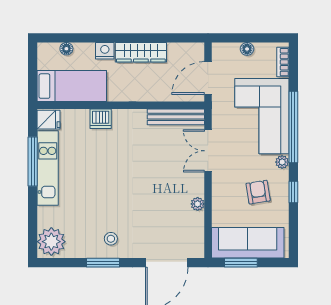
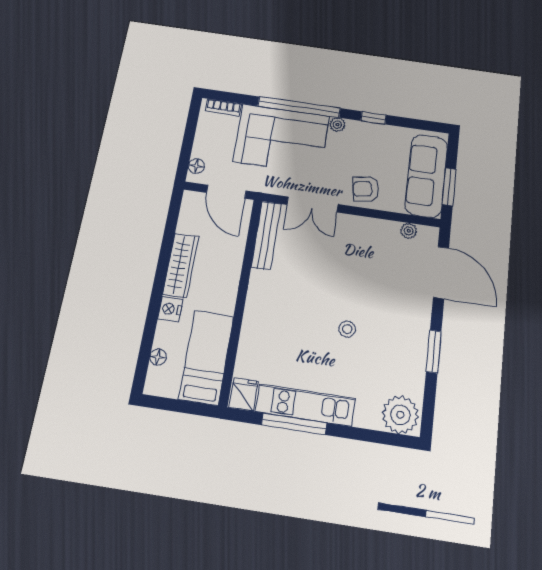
floor lamp: (247, 49) -> (196, 166), moved
dishwasher: (101, 119) -> (253, 327), removed
armchair: (258, 192) -> (366, 189), moved
plant: (198, 204) -> (409, 231), moved
stool: (111, 239) -> (347, 329), moved

